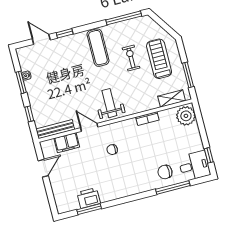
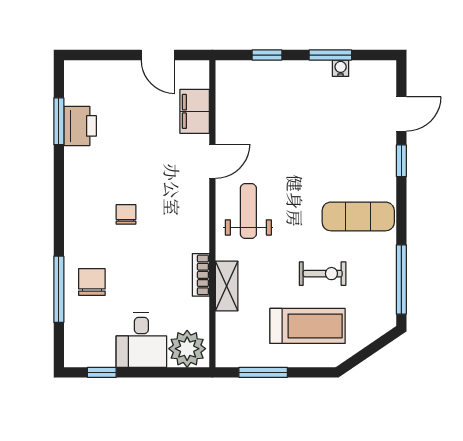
shelving: (172, 99) -> (227, 286), moved
weight bench: (109, 103) -> (248, 211), turned -90
bench: (55, 129) -> (226, 96), removed
chair: (112, 150) -> (126, 214), moved
desk: (194, 166) -> (141, 340), moved

